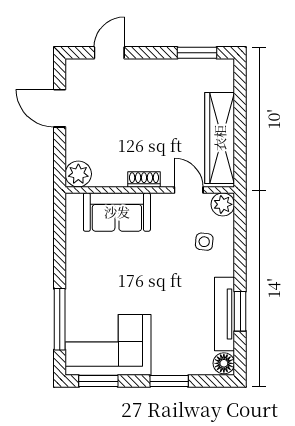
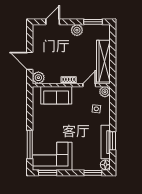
plant: (162, 71) -> (77, 30), added
door: (60, 108) -> (30, 61), moved
door: (189, 190) -> (89, 85), hinge flipped
window: (169, 381) -> (93, 173), moved

